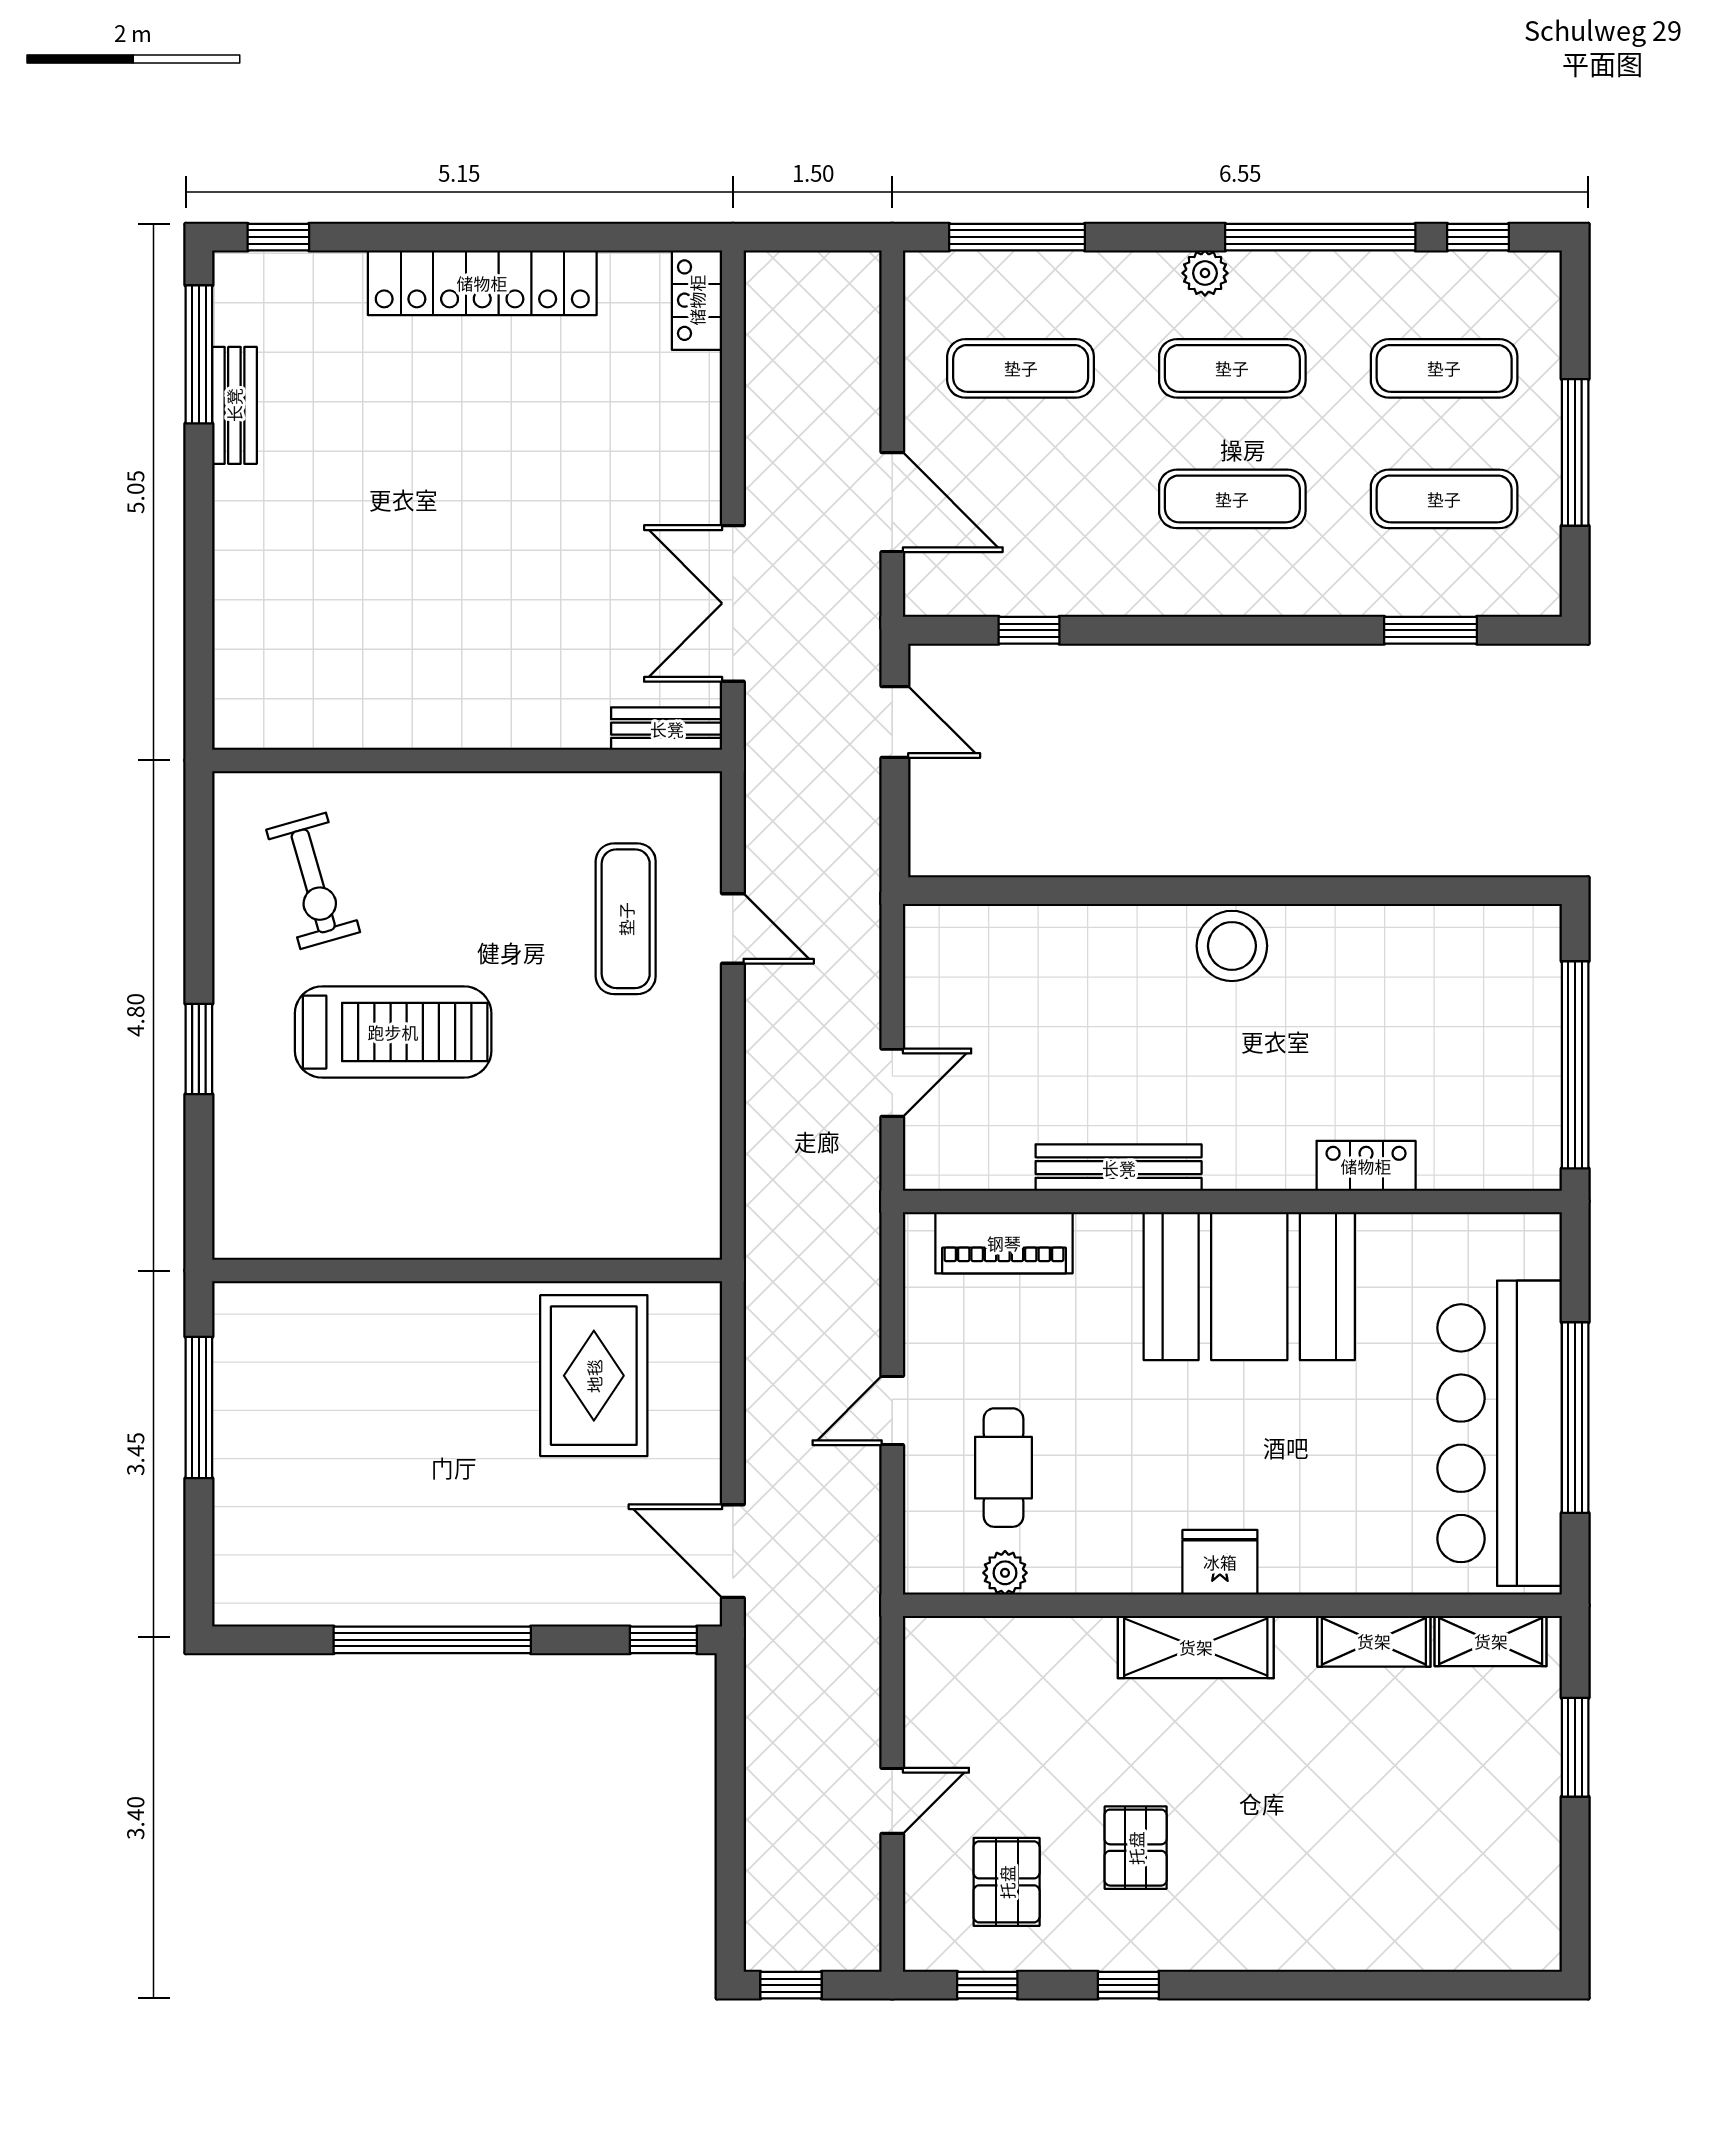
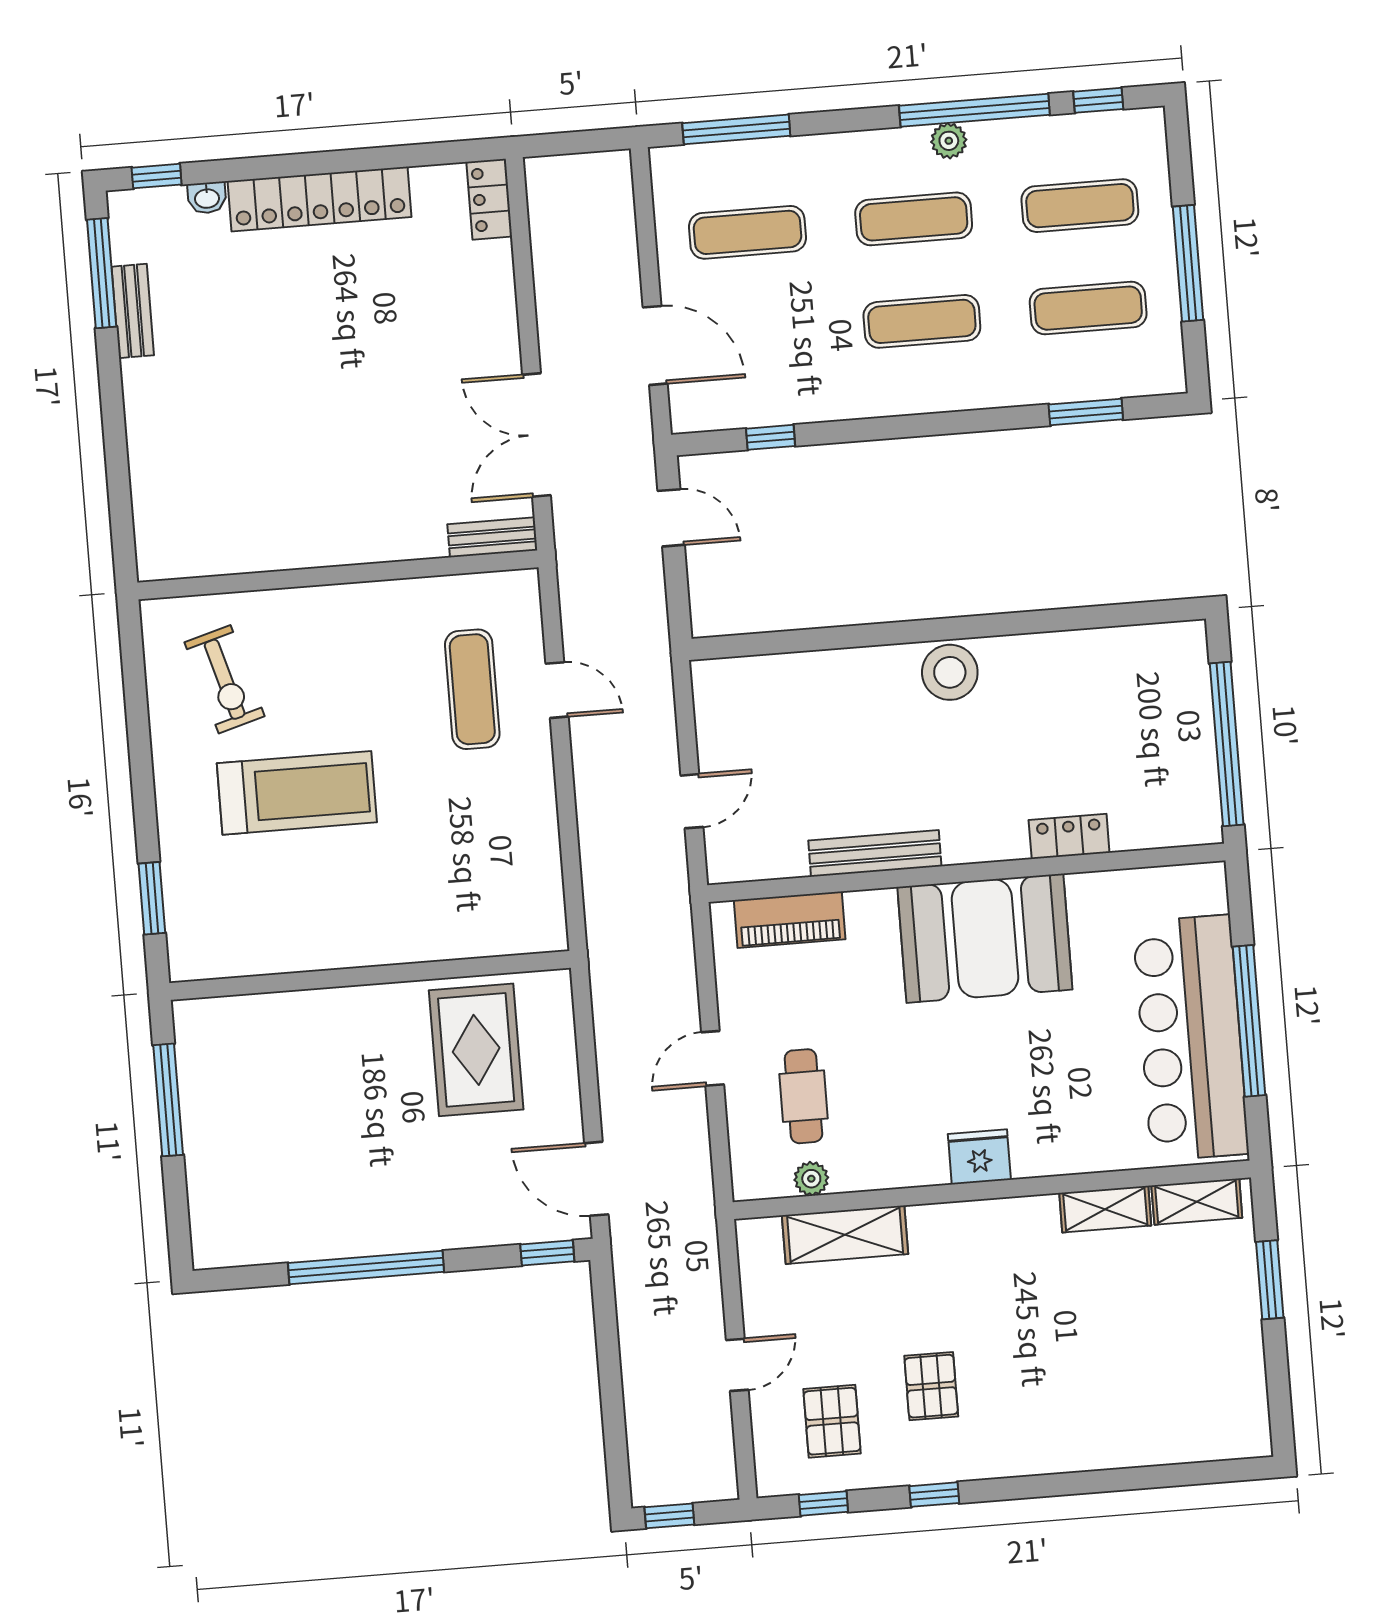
washbasin: (340, 270) -> (207, 198), added
plant: (1205, 273) -> (949, 141), moved
window: (199, 1049) -> (152, 898), moved
shelving: (1196, 1647) -> (845, 1235), moved

